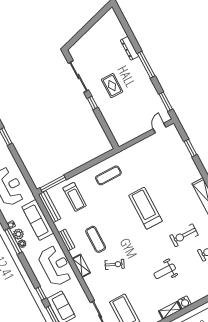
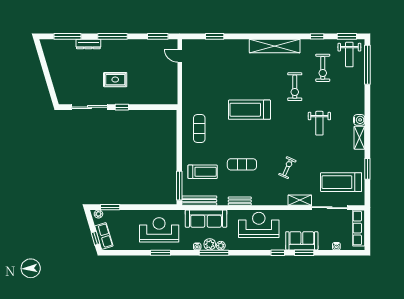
window: (127, 28) -> (67, 36), added
exercise mat: (96, 239) -> (242, 164), moved
shelving: (81, 266) -> (300, 200), moved

